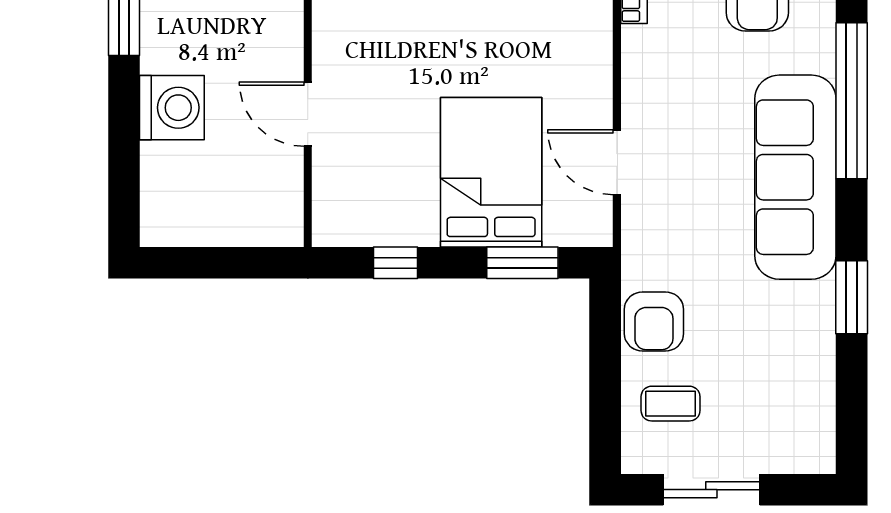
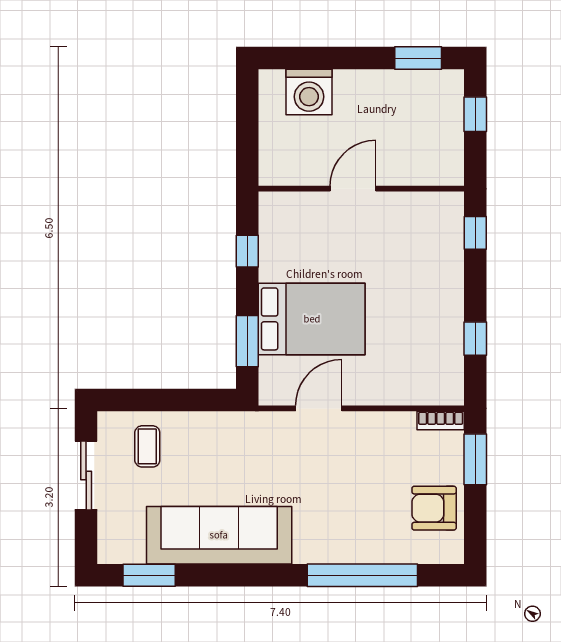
washing machine: (172, 108) -> (309, 92), moved
sofa: (795, 177) -> (219, 535), moved
window: (852, 297) -> (149, 575), moved
armchair: (654, 321) -> (206, 435), removed

